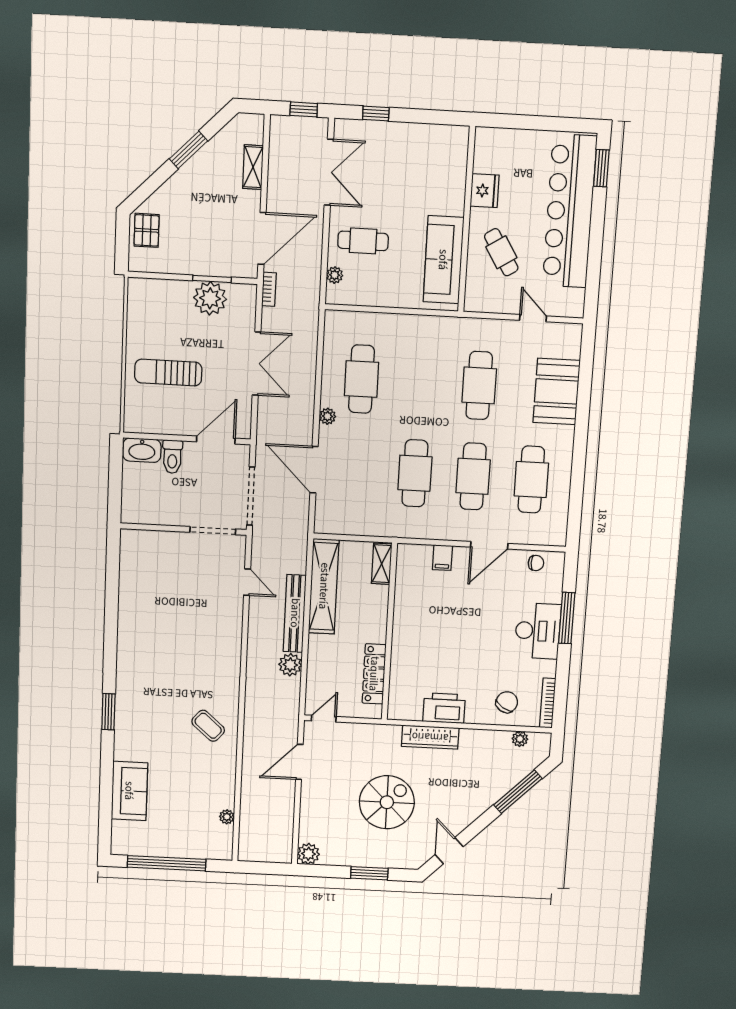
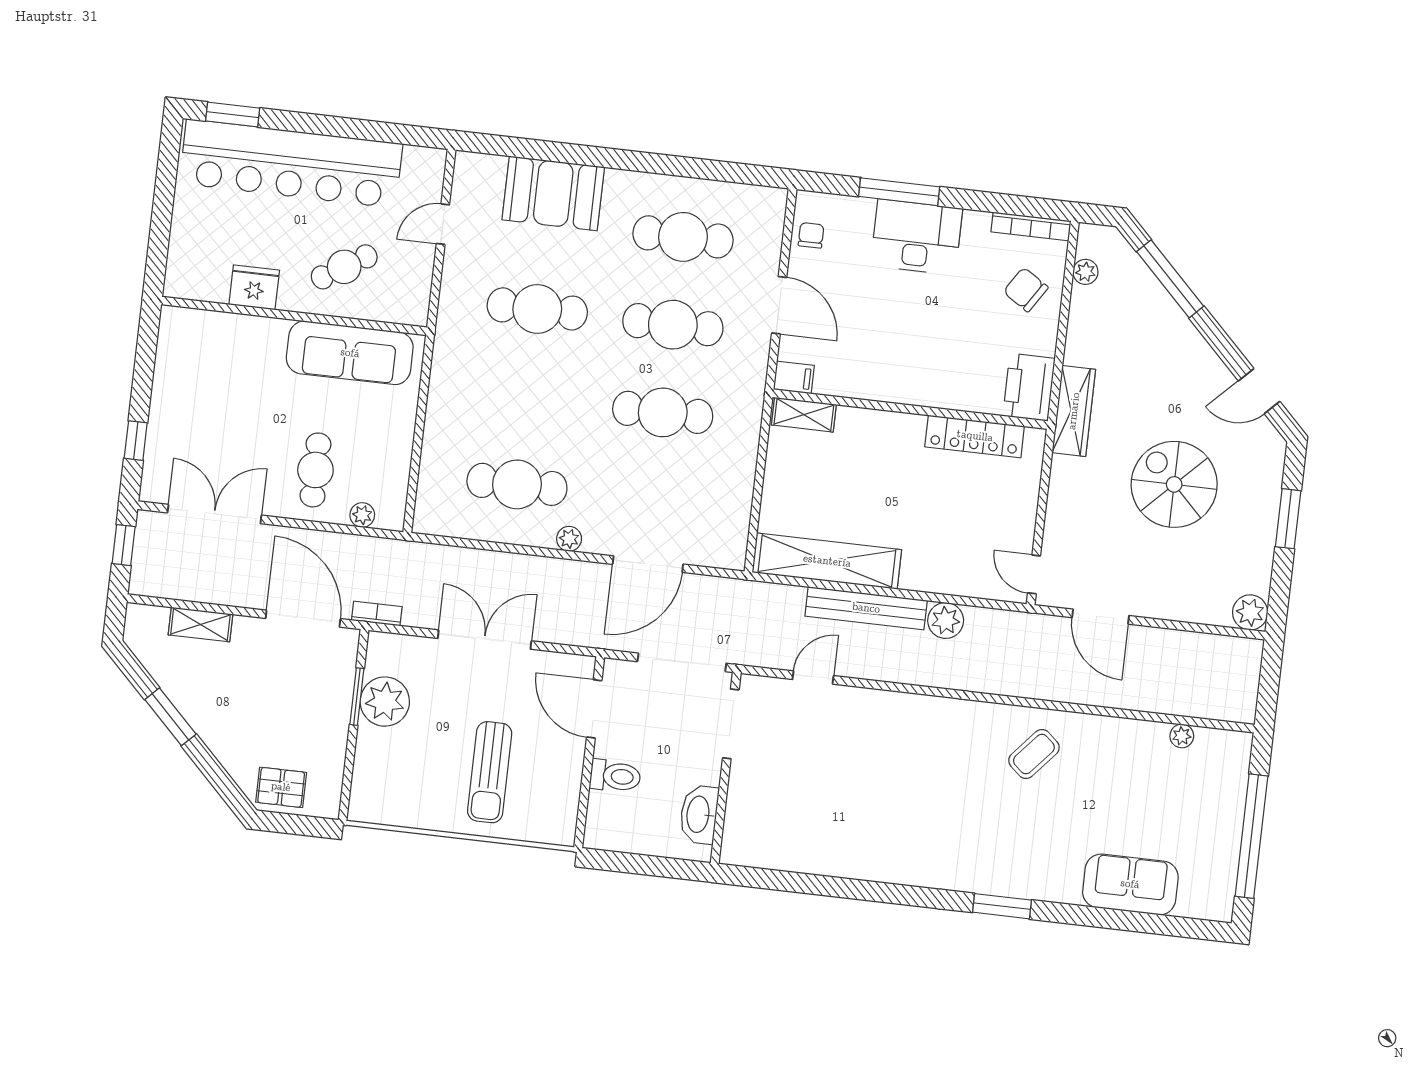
washbasin: (142, 450) -> (699, 814), moved, turned 180
shelving: (382, 564) -> (804, 415), moved
wall: (389, 632) -> (910, 409), moved
locker: (374, 674) -> (975, 436), moved

